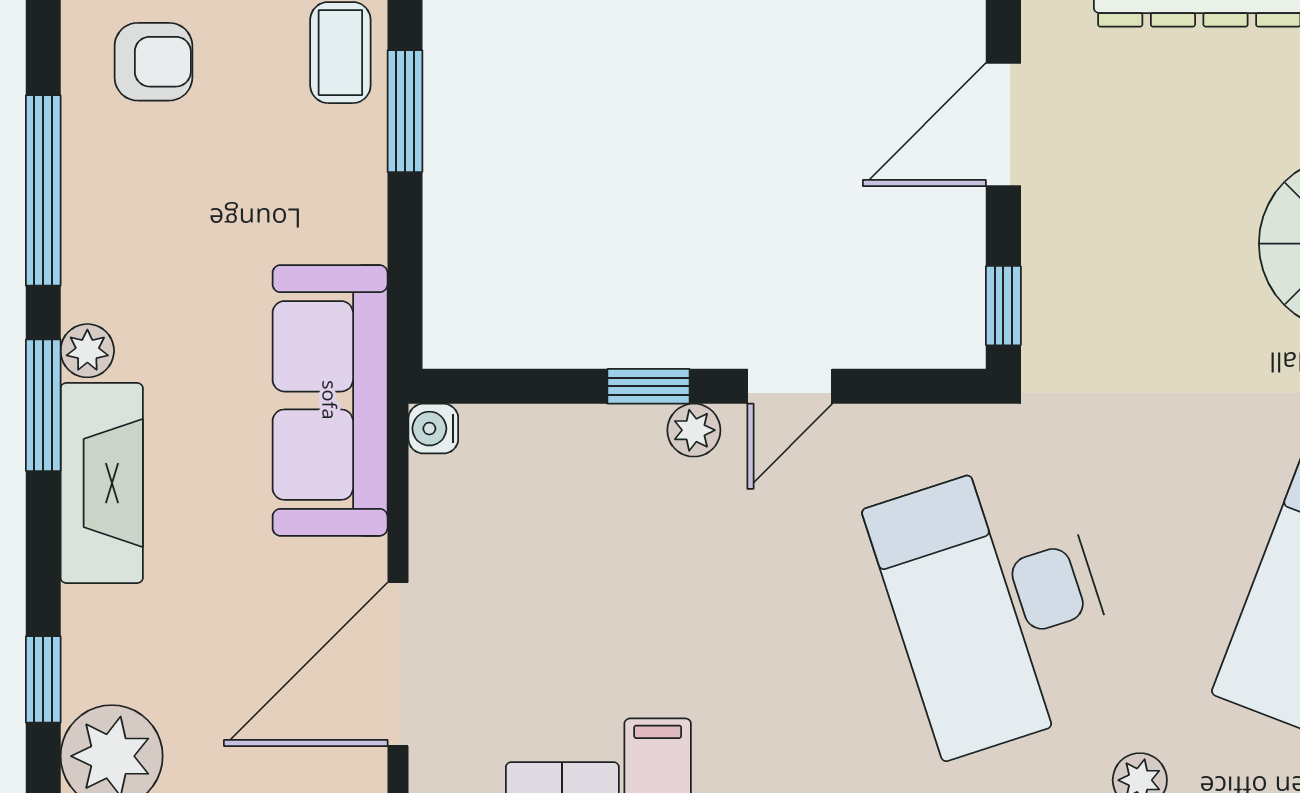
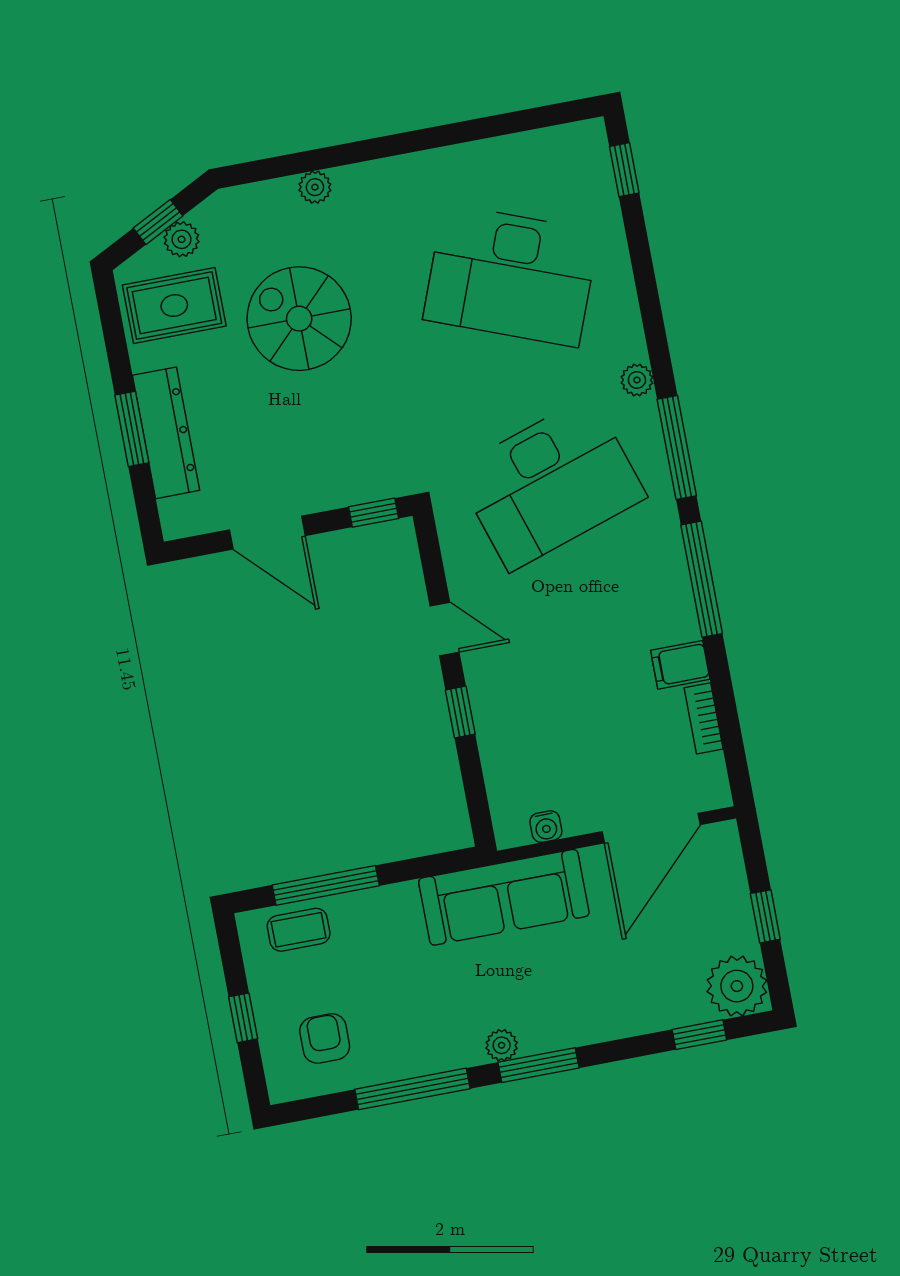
window: (405, 111) -> (326, 885), width x1.44
water cooler: (433, 429) -> (546, 827), moved
plant: (694, 430) -> (481, 680), removed
fireplace: (102, 483) -> (578, 1022), removed
door: (398, 664) -> (651, 828), hinge flipped

